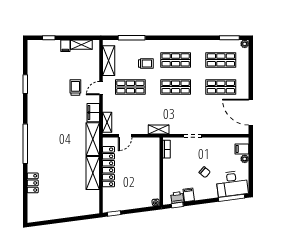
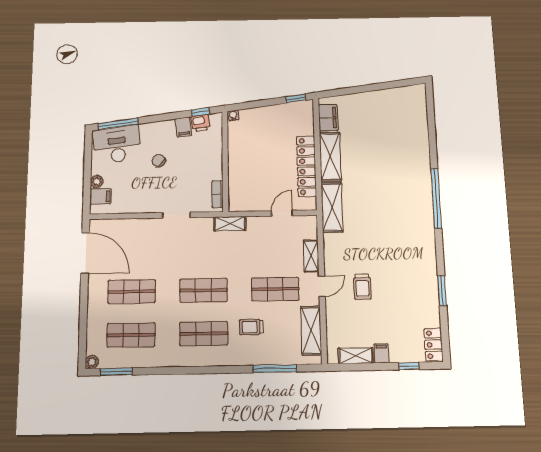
filing cabinet: (93, 113) -> (328, 118), moved
shelving: (107, 122) -> (311, 256), moved
locker: (33, 183) -> (434, 345), moved

